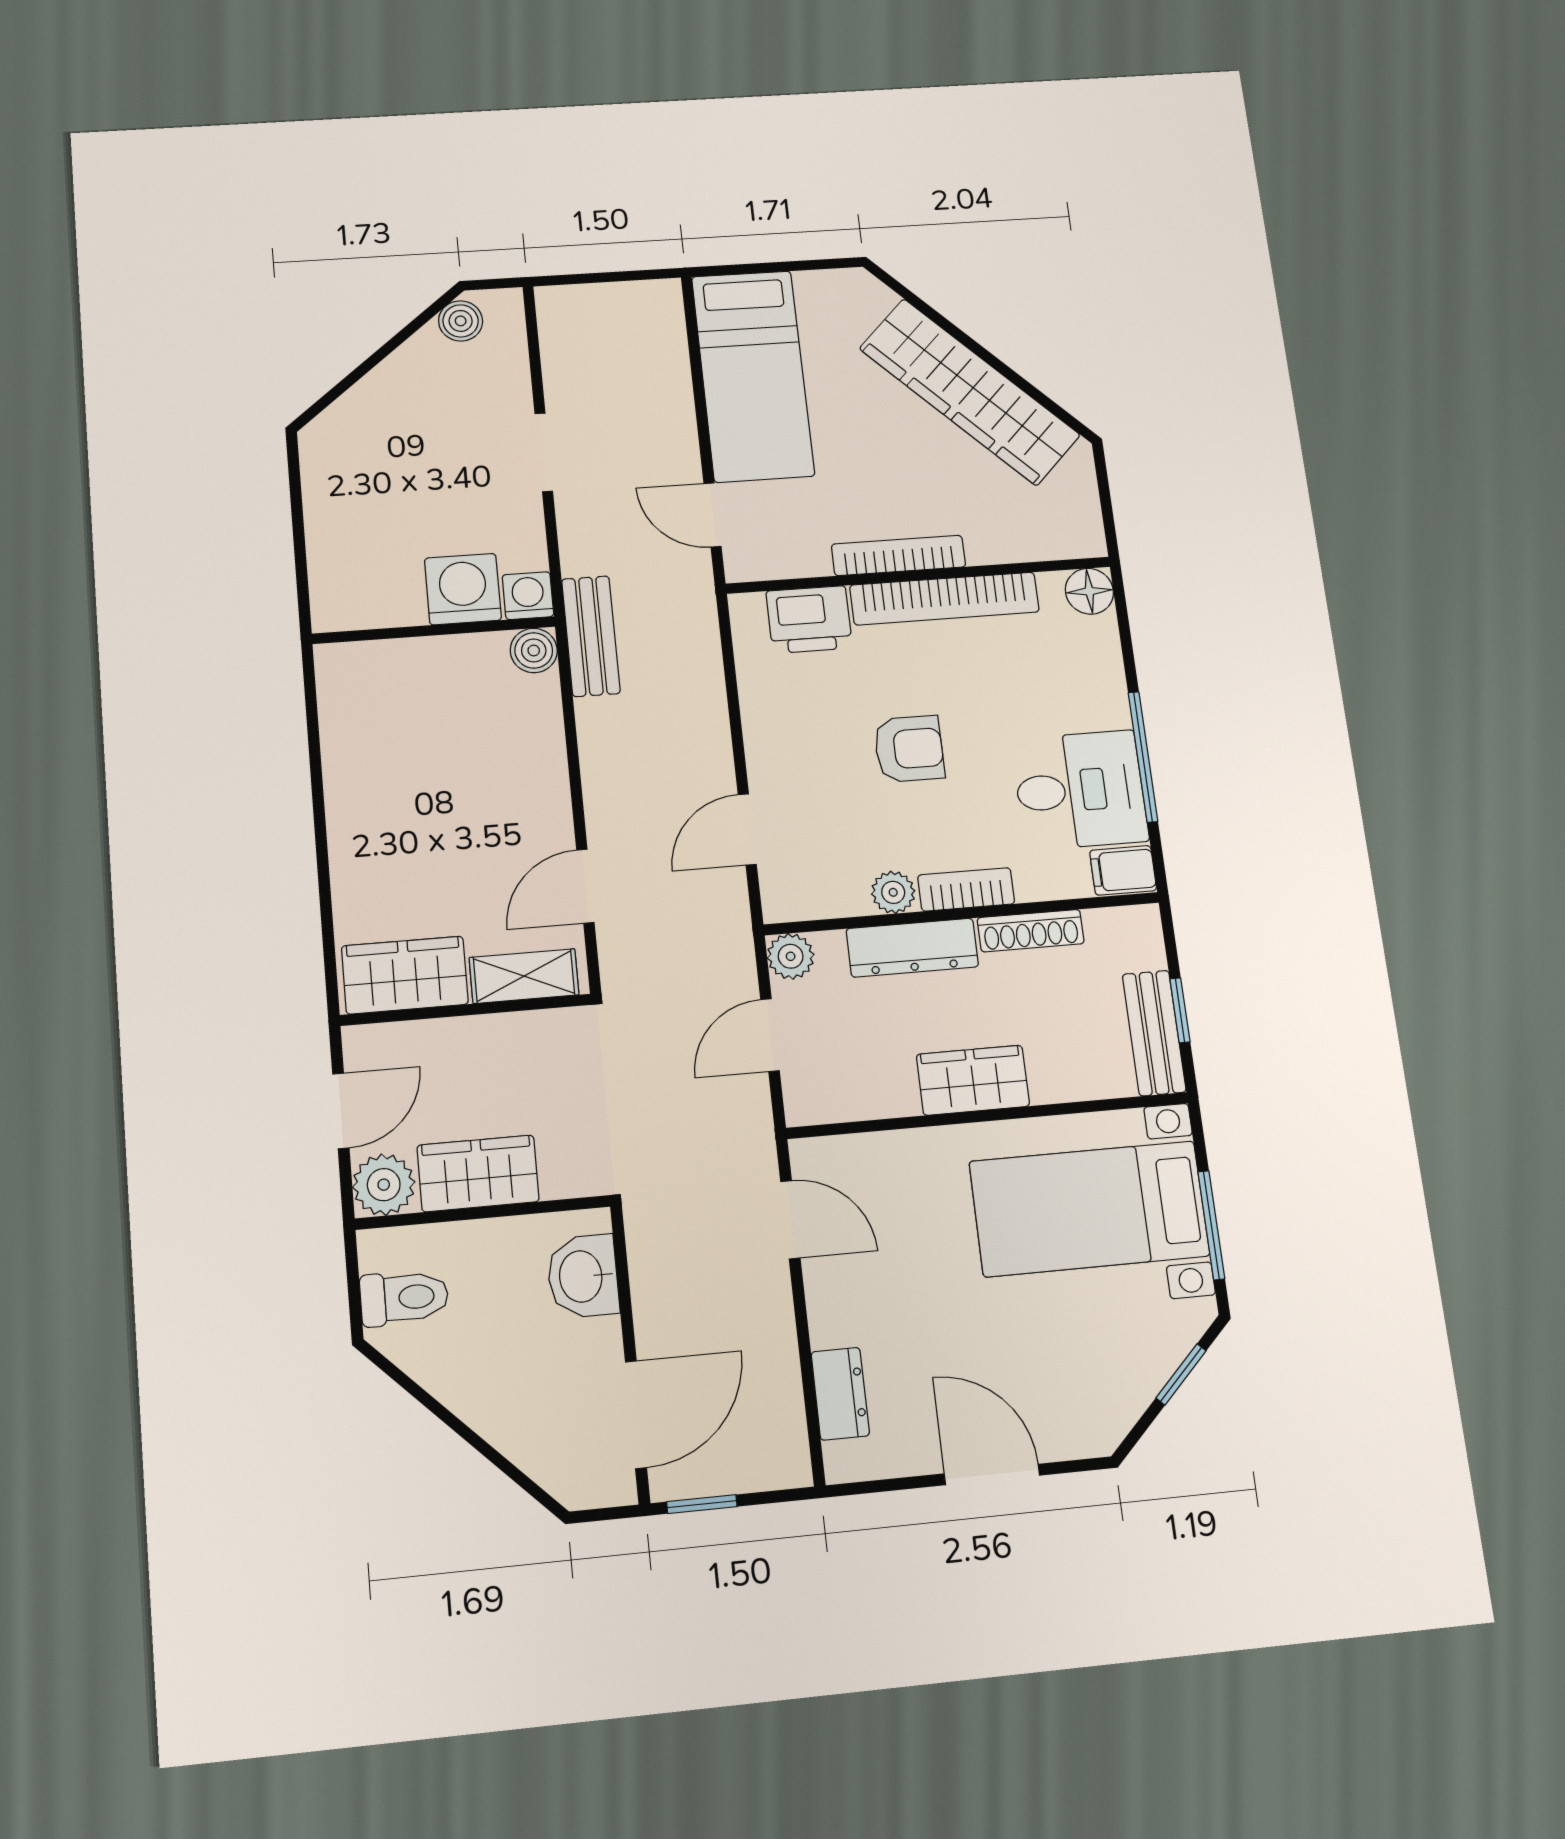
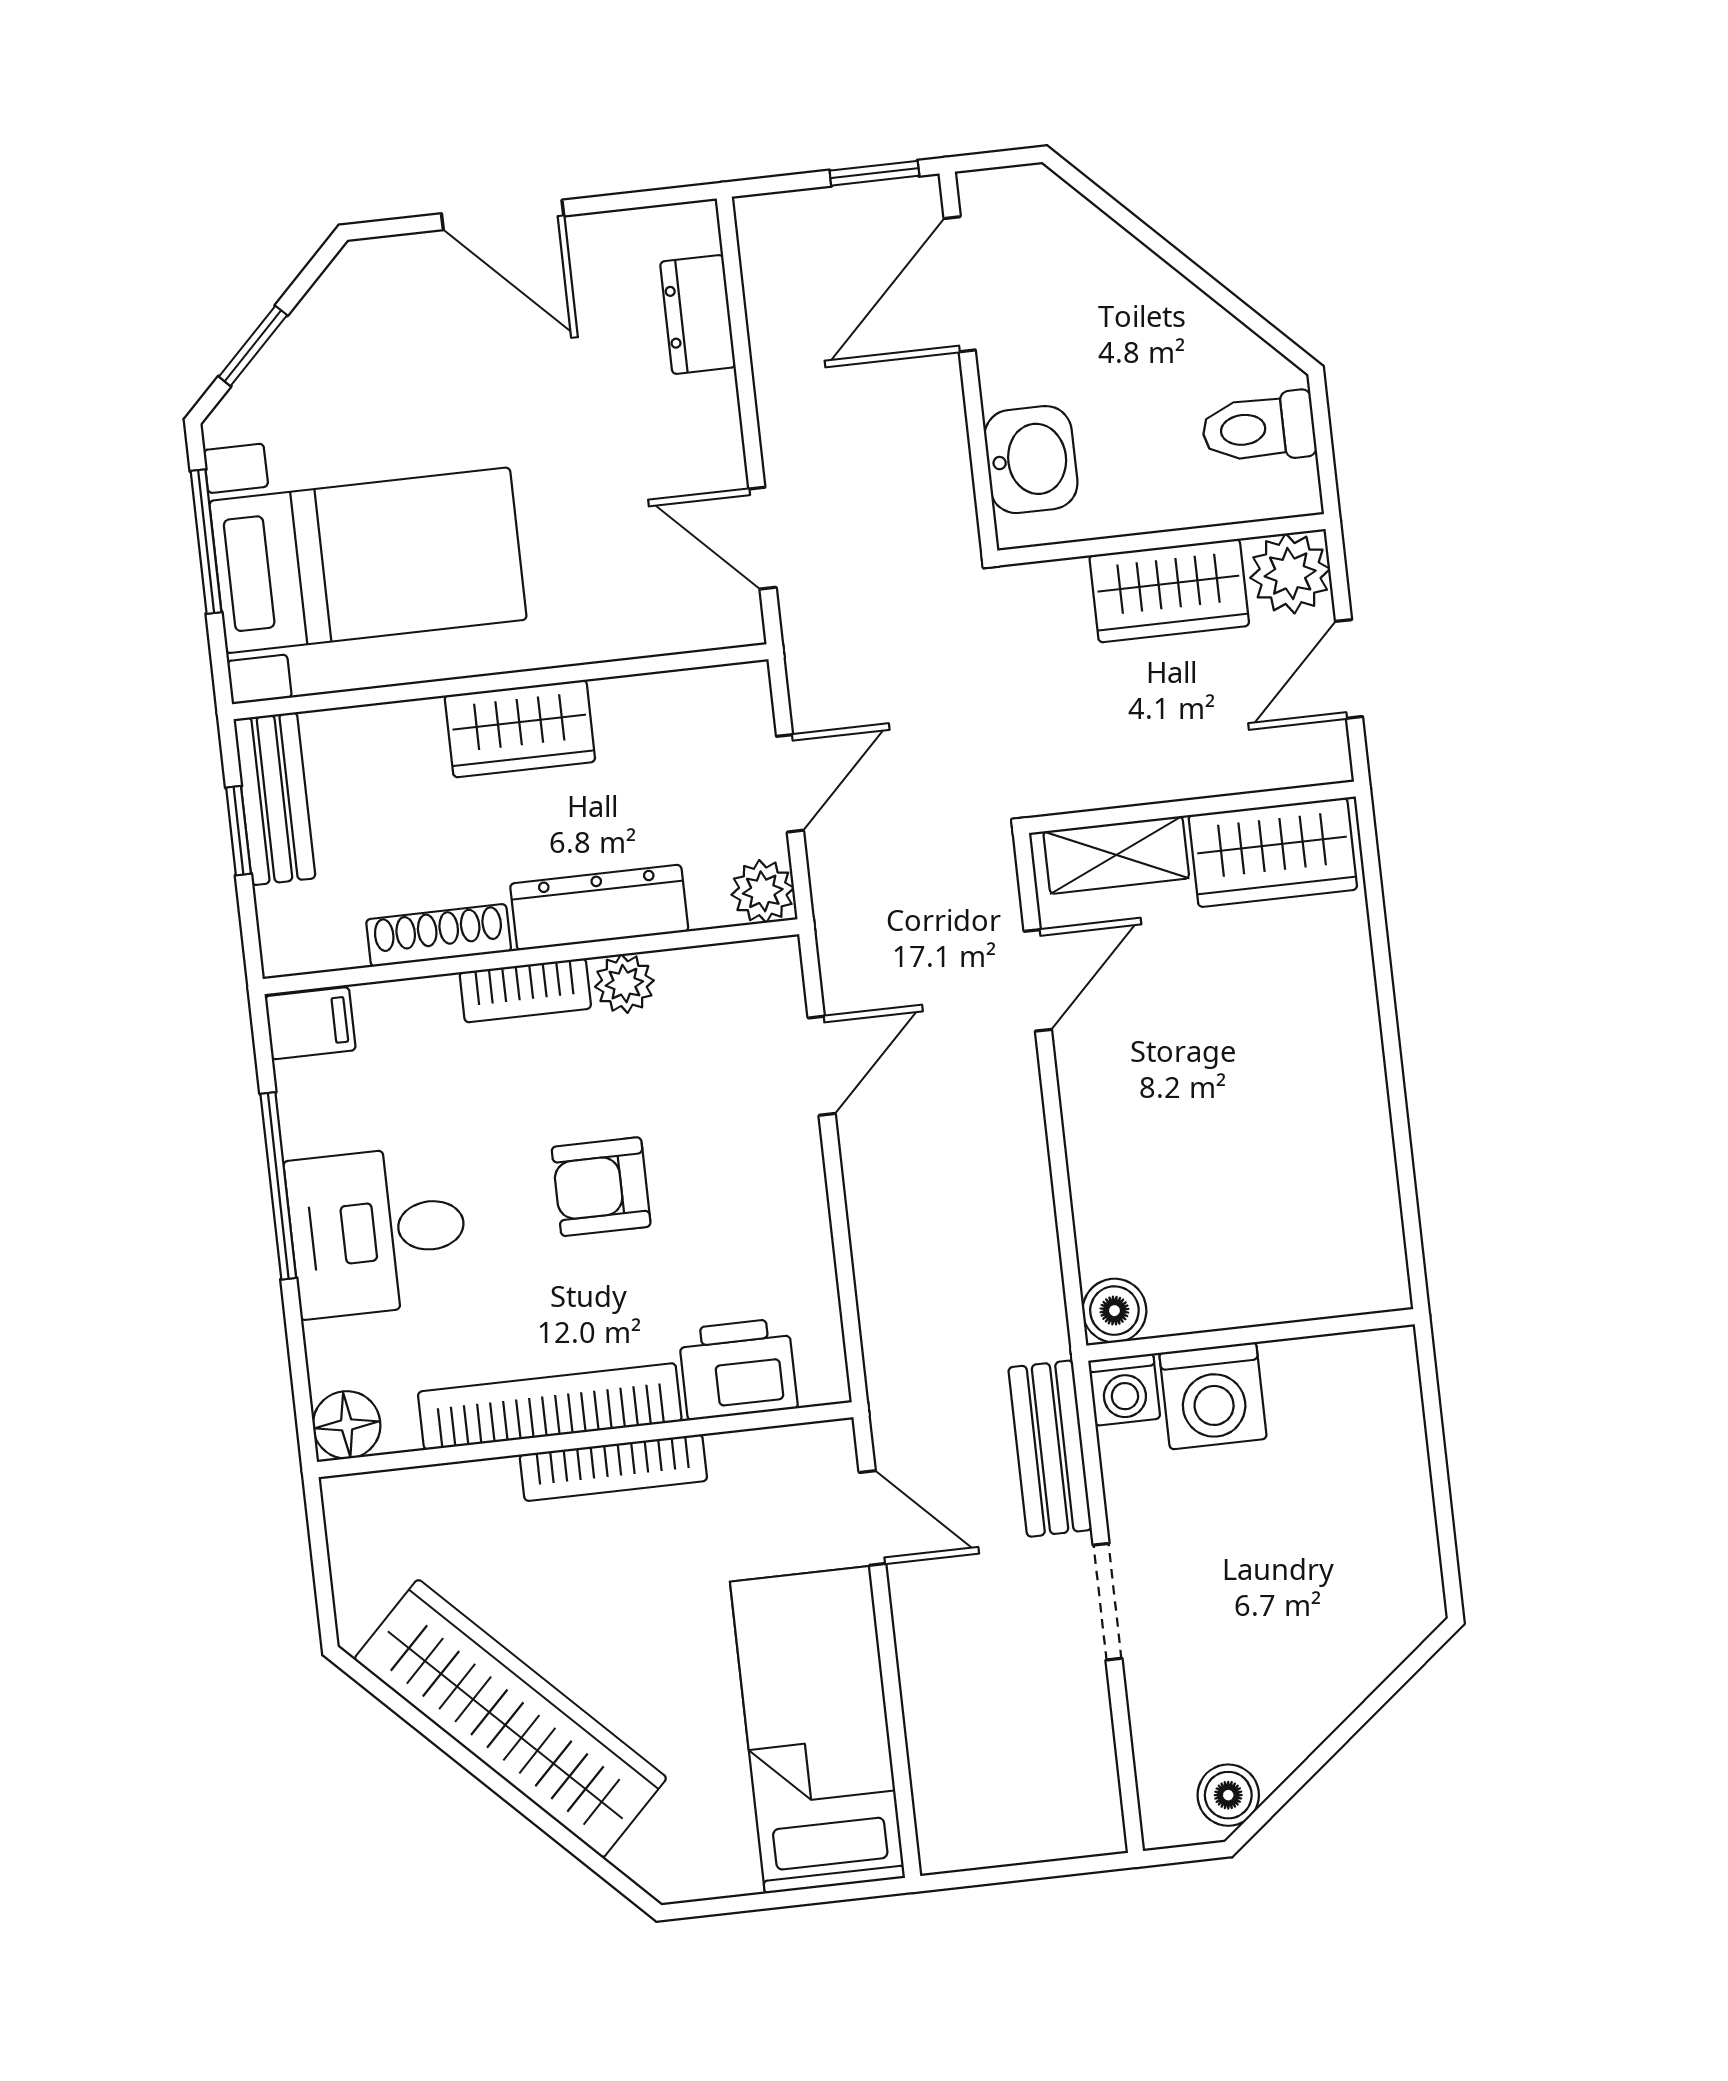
bench: (591, 636) -> (1050, 1449), moved
desk: (1080, 790) -> (378, 1231), moved

